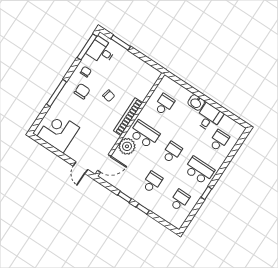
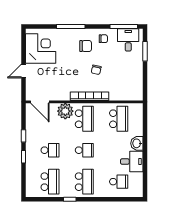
school desk: (164, 104) -> (119, 119), width x1.85
door: (80, 168) -> (24, 71), moved
school desk: (180, 200) -> (50, 182), width x1.85

